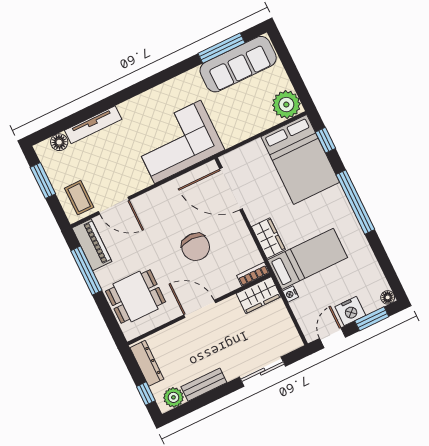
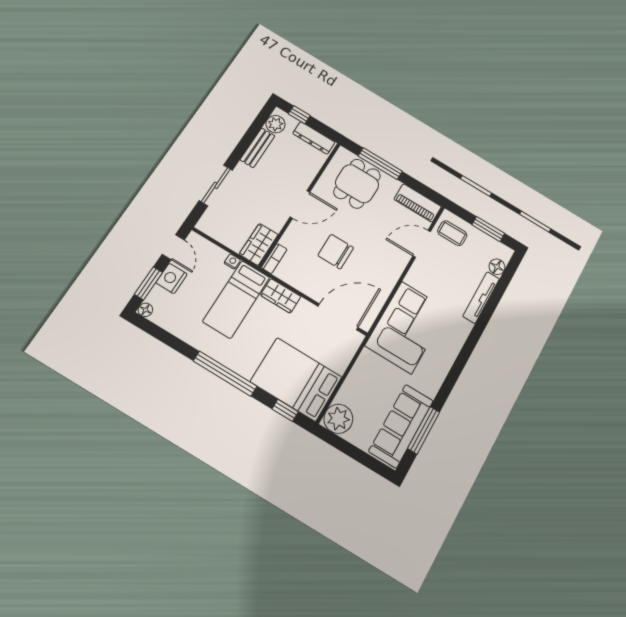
window: (86, 271) -> (380, 164), moved

